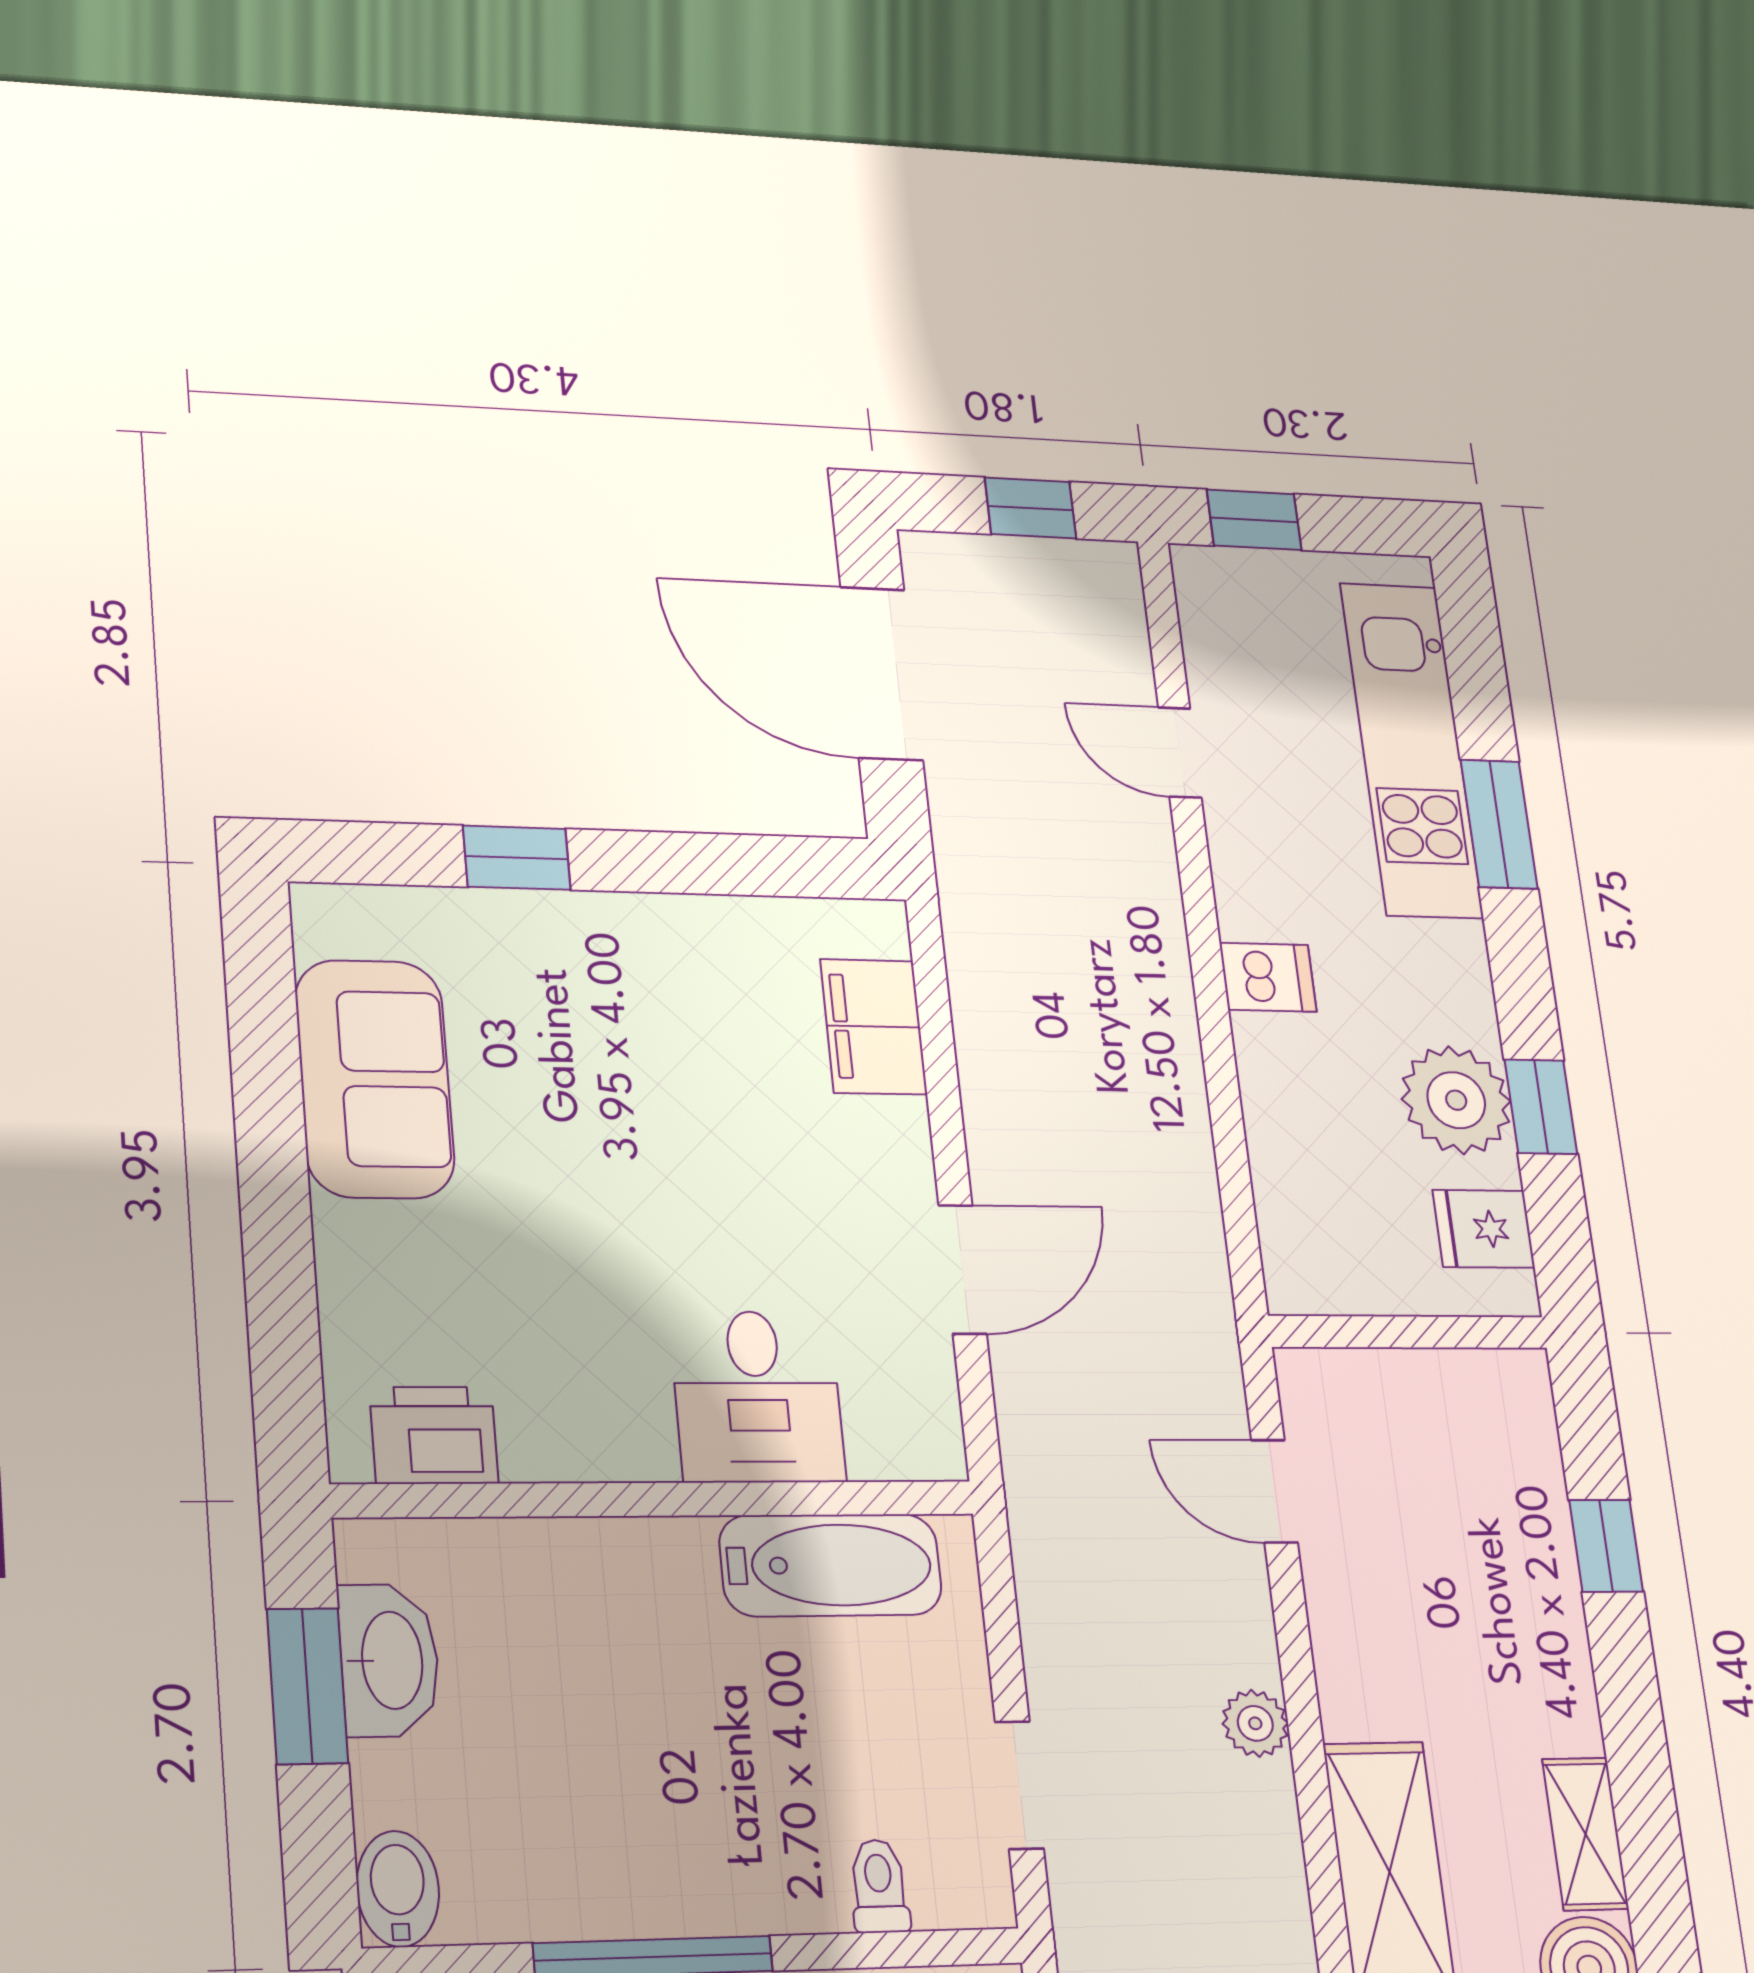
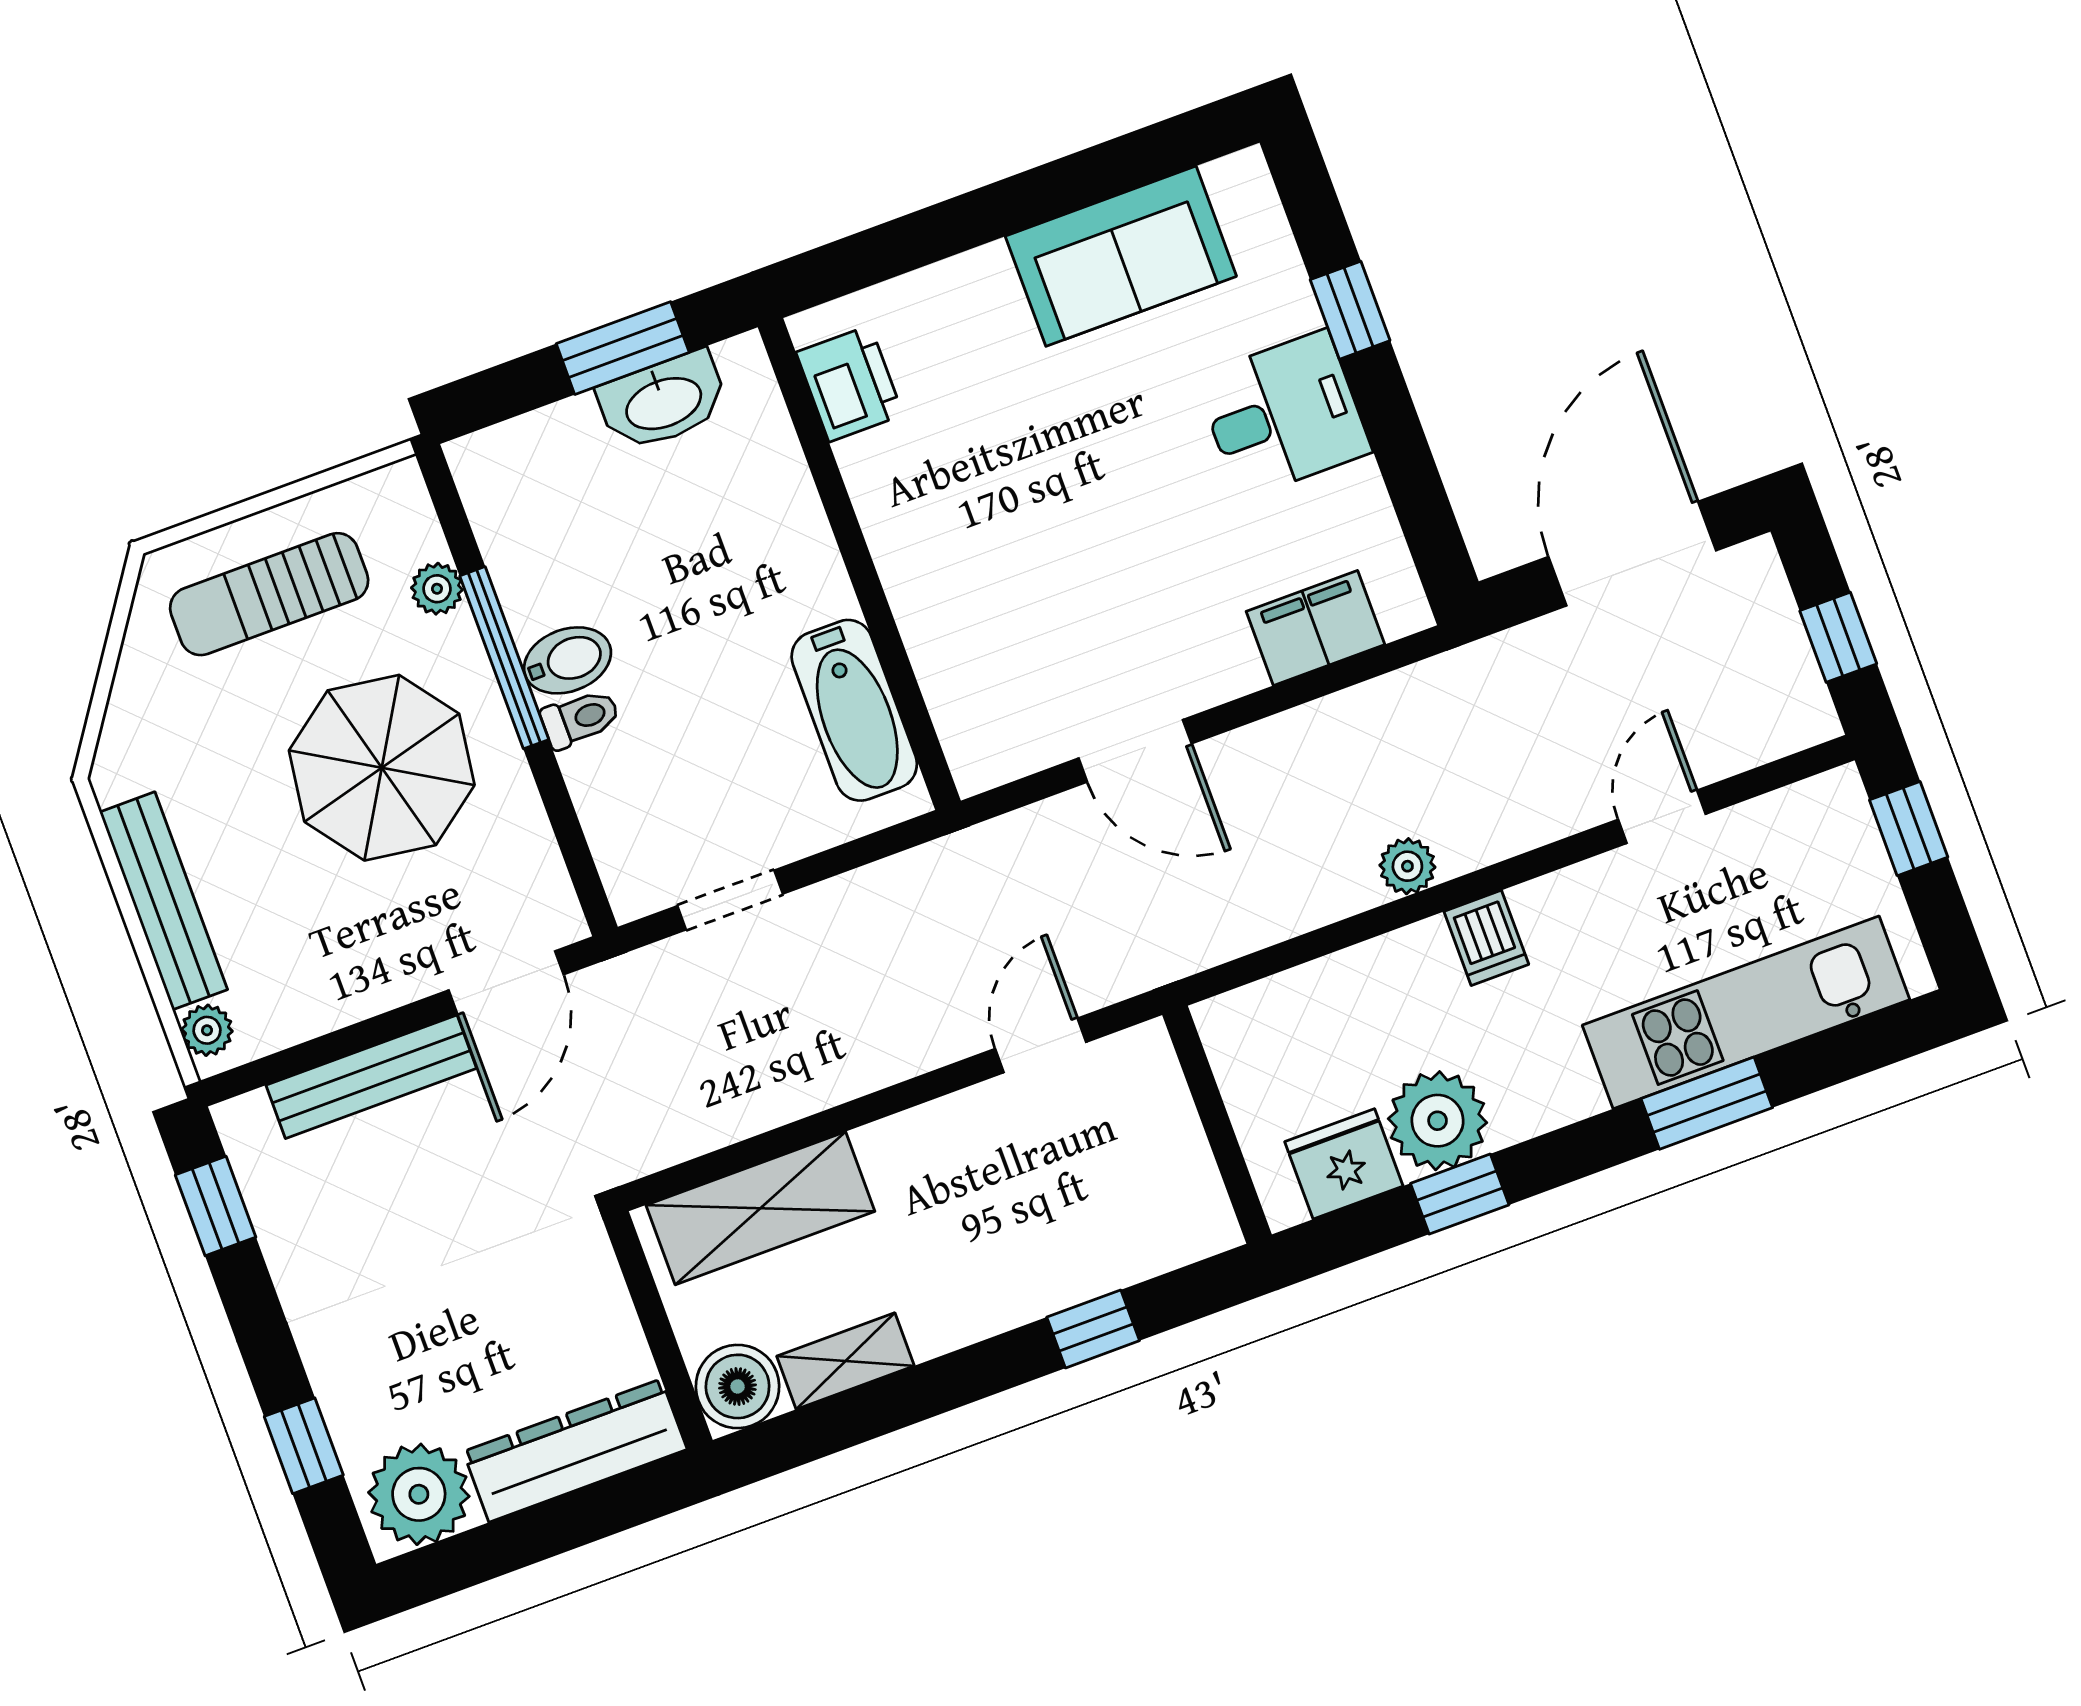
fridge: (1484, 1229) -> (1344, 1164), width x1.38
desk: (757, 1397) -> (1283, 414), moved, turned 180
plant: (1255, 1723) -> (1407, 866), moved
toilet: (879, 1886) -> (580, 719), moved
bidet: (398, 1889) -> (568, 660), moved

